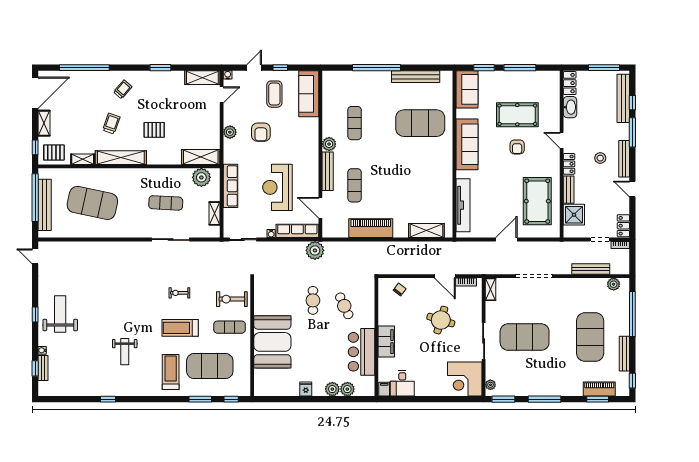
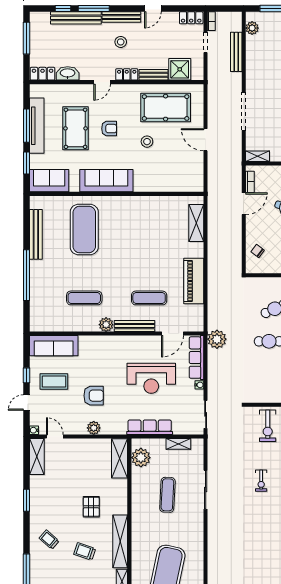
door: (254, 68) -> (26, 403), hinge flipped
bench: (623, 98) -> (76, 18), moved
stool: (505, 183) -> (147, 142), added
tv unit: (463, 205) -> (37, 126), moved, turned 90

